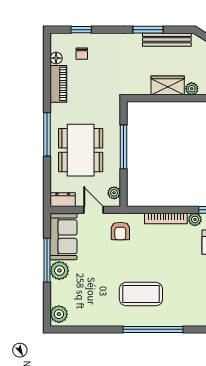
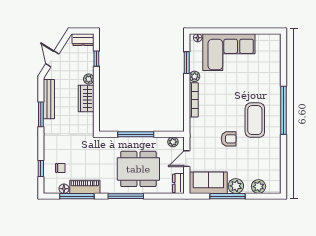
window: (47, 74) -> (77, 196), added
armchair: (120, 231) -> (229, 139), moved
plant: (59, 314) -> (258, 187), moved

